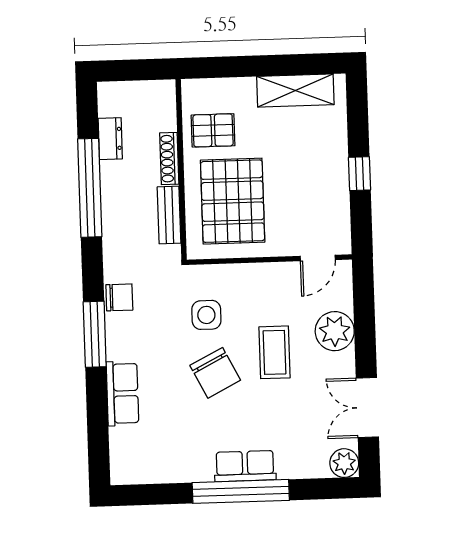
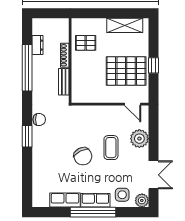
pallet: (233, 201) -> (126, 71), moved, turned 90
door: (318, 258) -> (133, 104), hinge flipped
side table: (206, 315) -> (122, 195), moved
window: (95, 334) -> (27, 136), width x0.69
row of seats: (122, 393) -> (65, 200), moved, turned -90
double door: (367, 408) -> (153, 175), swing flipped

